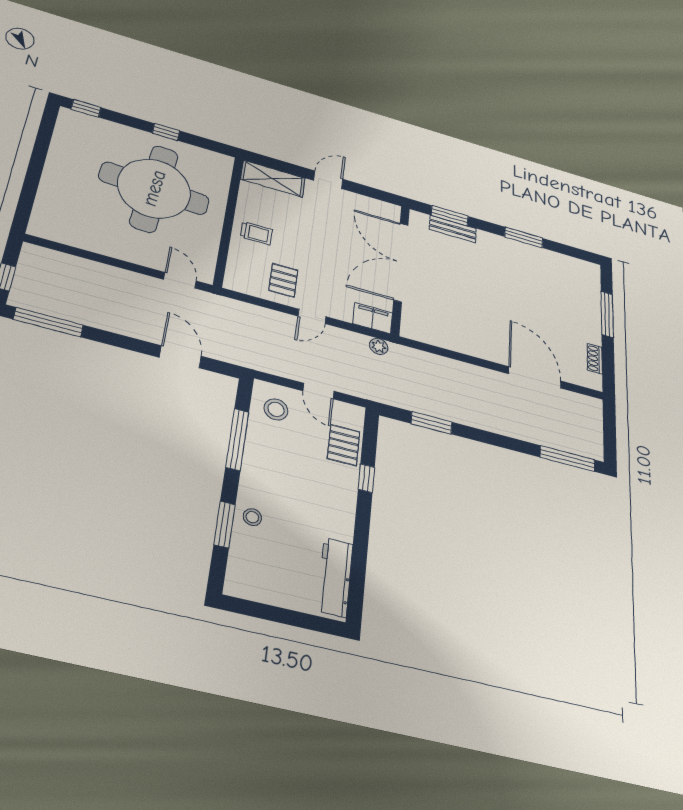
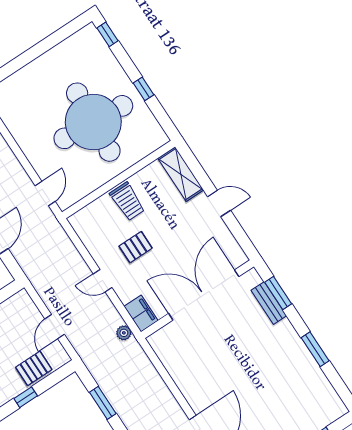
trolley: (256, 233) -> (127, 201), width x1.36, depth x1.39
pallet: (283, 280) -> (136, 247), moved
stool: (276, 409) -> (17, 315), removed

